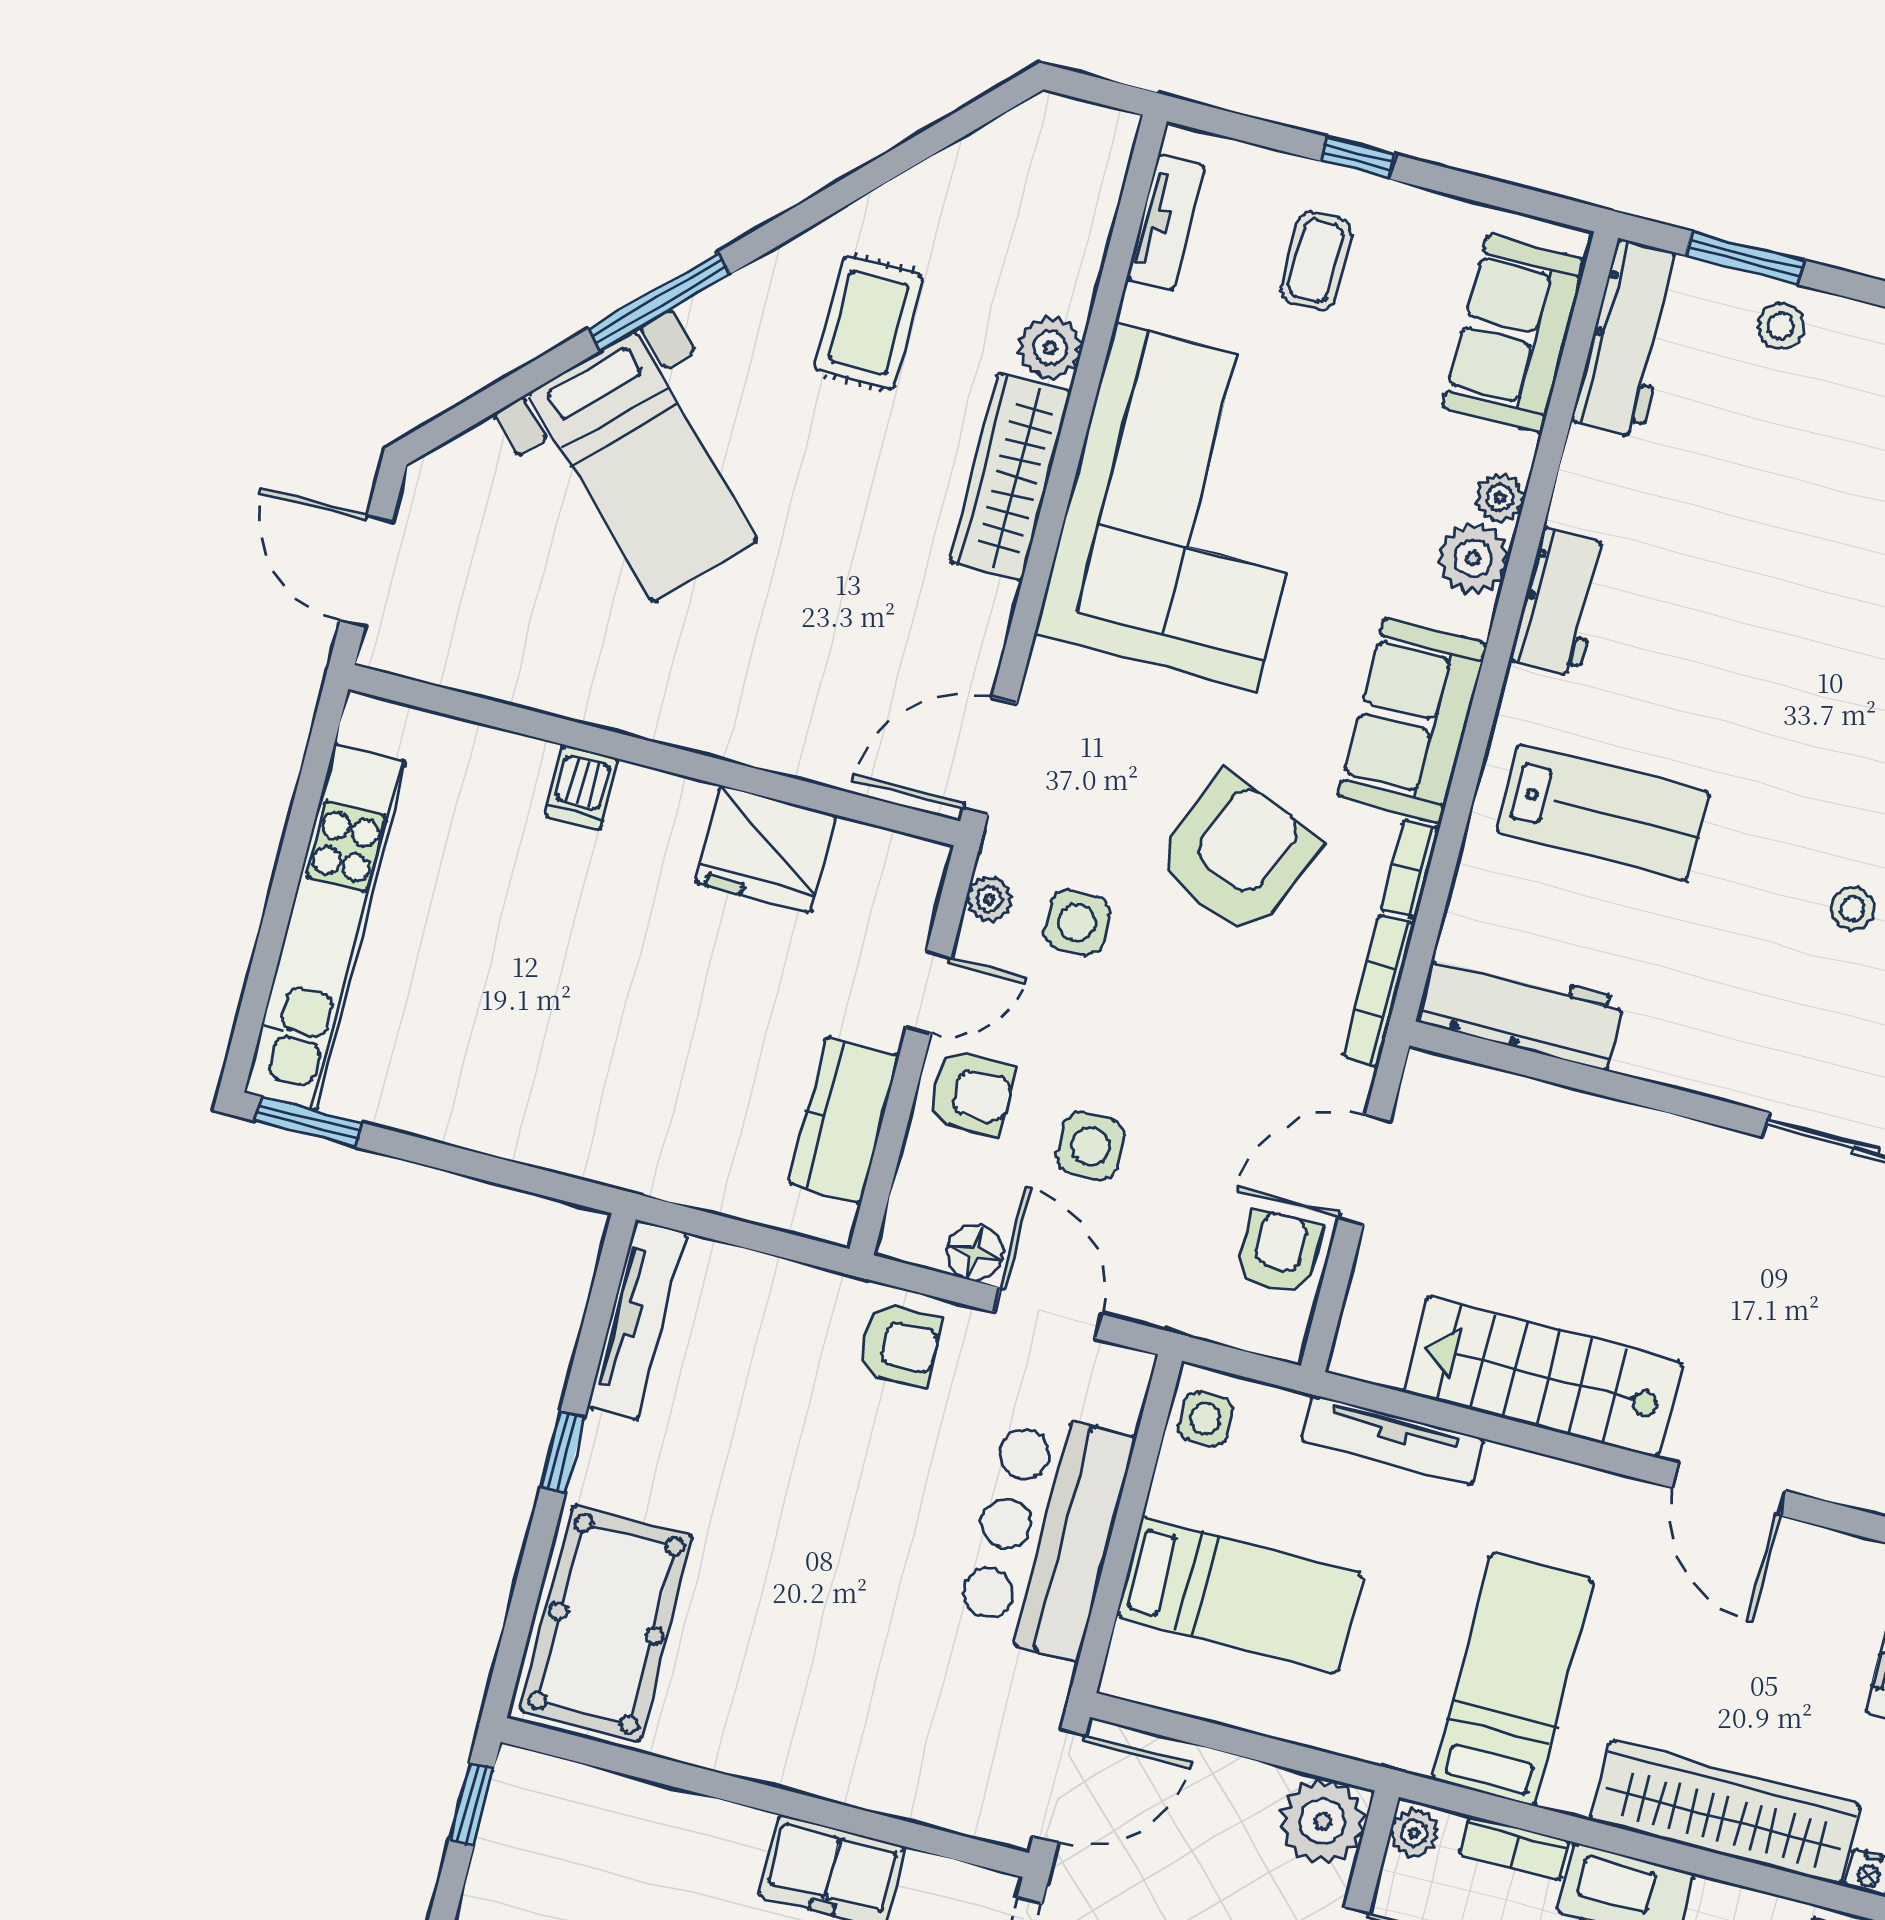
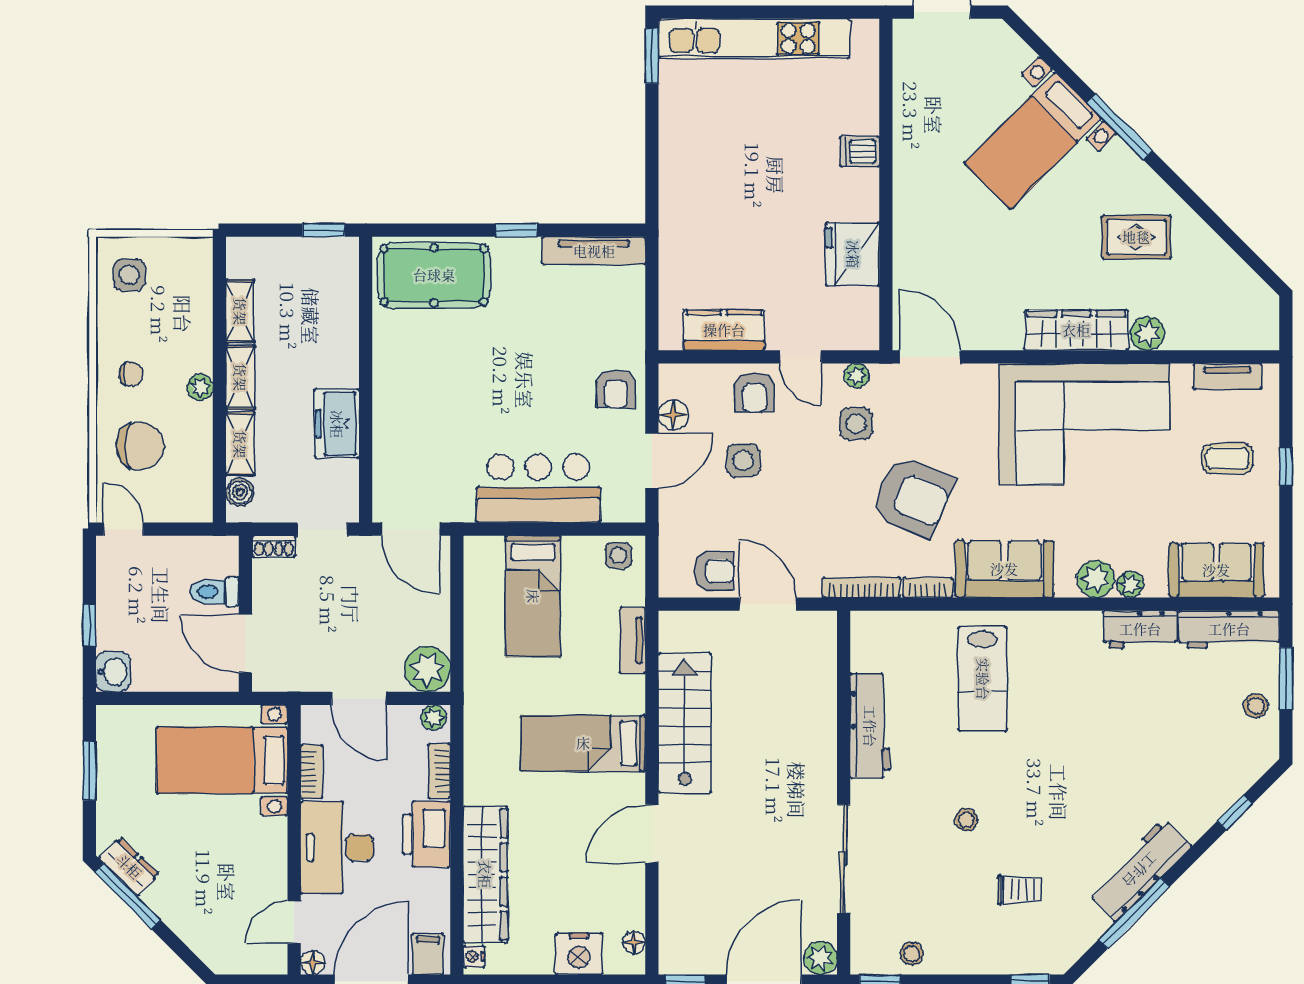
workbench: (1561, 602) -> (1140, 629), moved
workbench: (1520, 1010) -> (870, 726), moved
tv unit: (1392, 1440) -> (633, 640), width x0.71
bed: (1513, 1680) -> (583, 743), moved, turned 180

